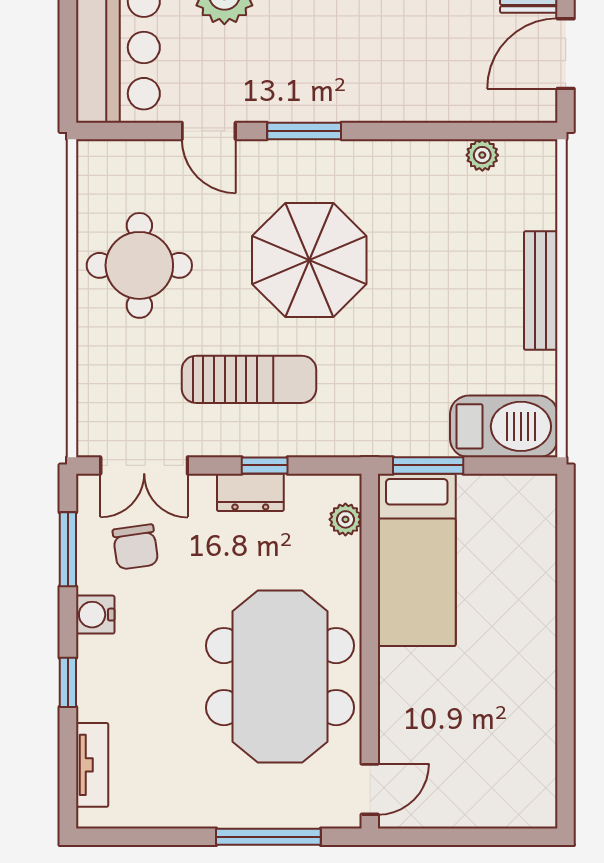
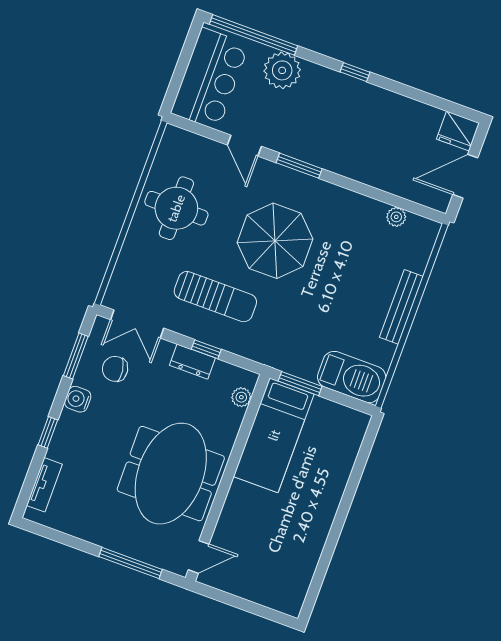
chair: (135, 547) -> (115, 369), turned 90

